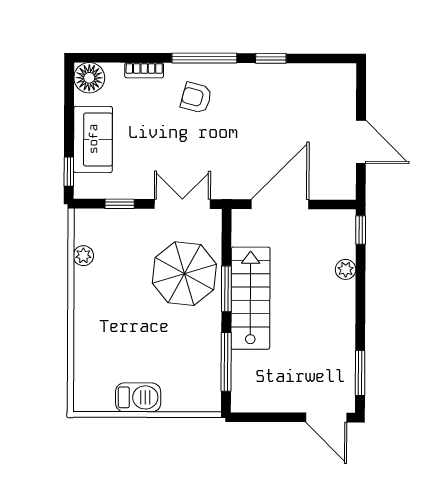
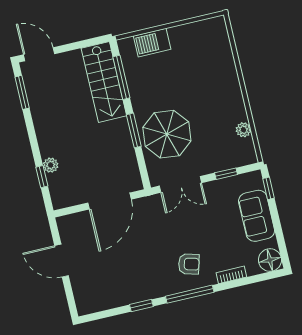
window: (361, 230) -> (42, 177), moved
stairs: (250, 298) -> (104, 82), moved
barbecue: (138, 397) -> (152, 43), moved

